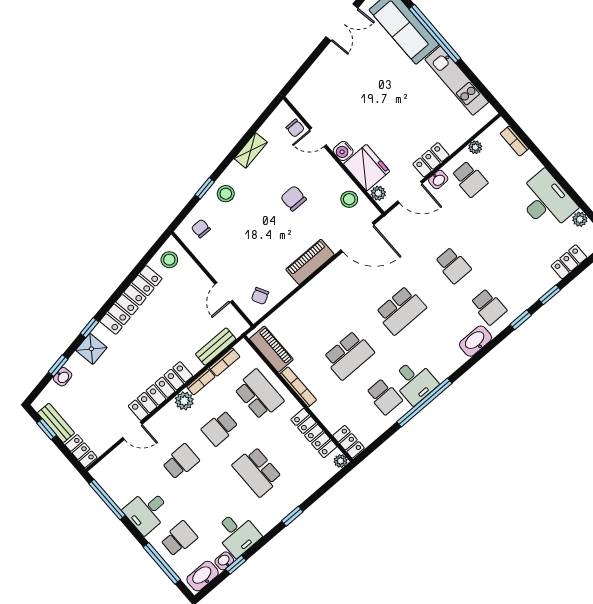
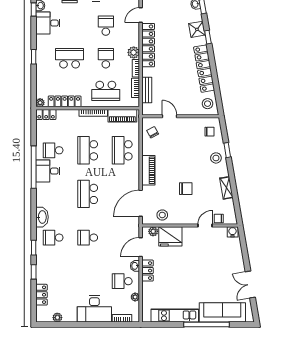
water cooler: (343, 151) -> (233, 232), moved
desk: (546, 201) -> (94, 309), moved
school desk: (313, 314) -> (122, 150), added
school desk: (181, 462) -> (106, 26), turned 180

